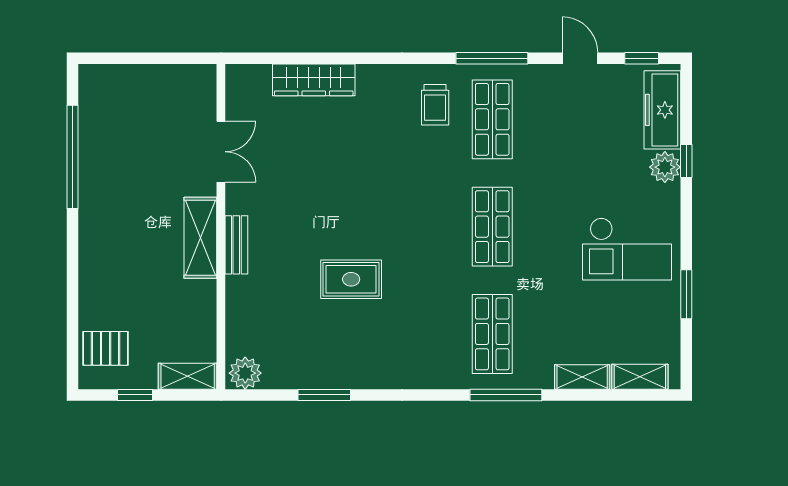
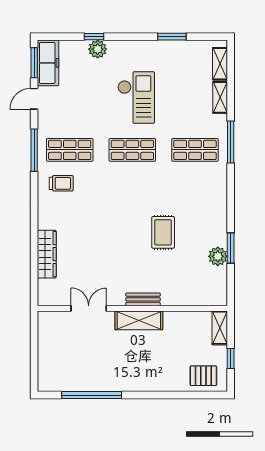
window: (642, 58) -> (34, 63), width x1.50
freezer: (662, 110) -> (48, 63), moved, turned -90
checkout: (627, 249) -> (136, 97), moved
pallet: (106, 348) -> (203, 376), turned 90
plant: (245, 373) -> (218, 256), moved

